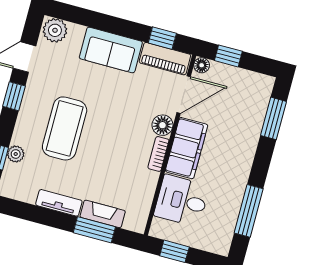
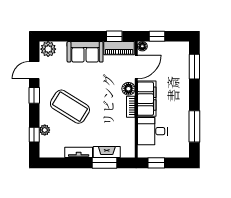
coffee table: (65, 128) -> (70, 107), turned -58

